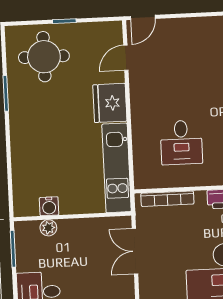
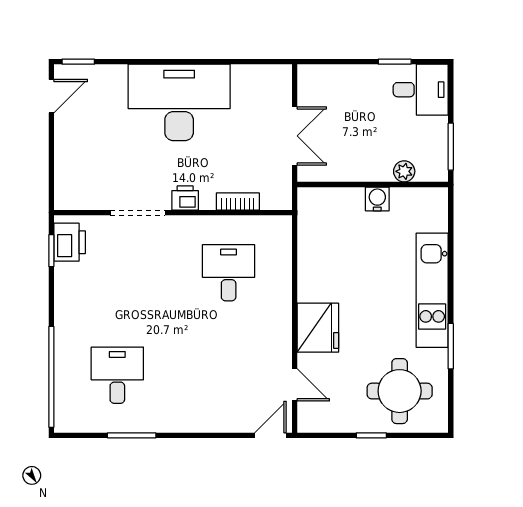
door: (126, 58) -> (295, 385), hinge flipped
kitchen unit: (117, 168) -> (432, 290), moved, turned 180
bookcase: (167, 199) -> (238, 202), width x0.64
water cooler: (49, 206) -> (377, 199), moved

